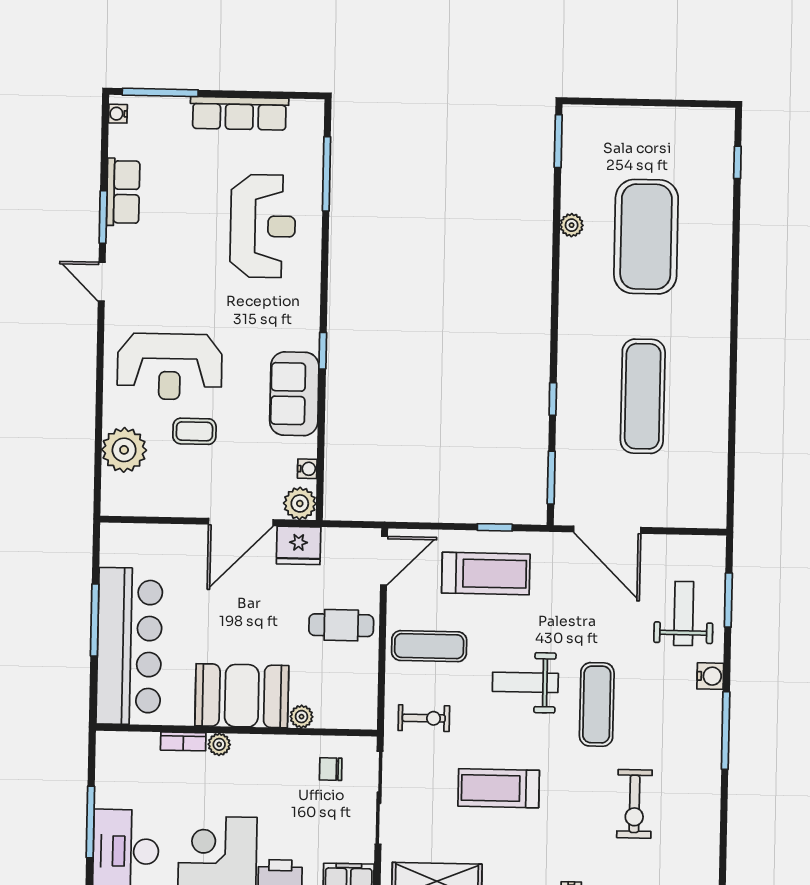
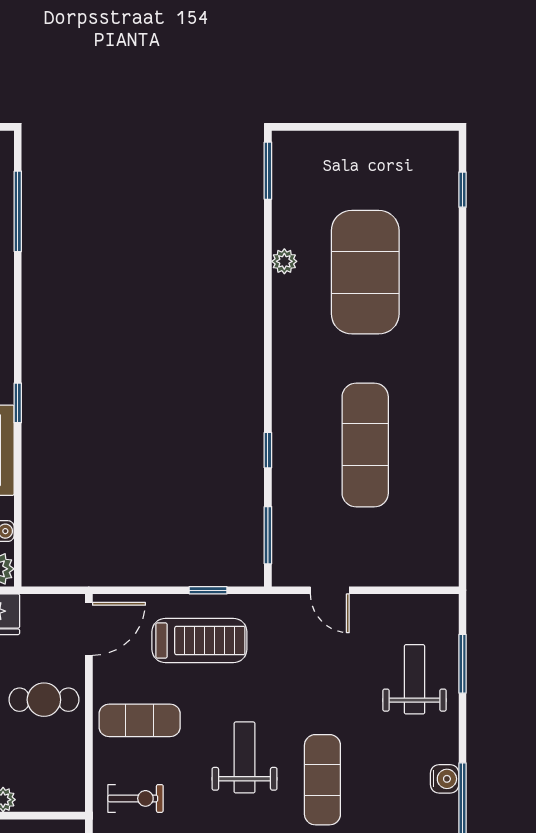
door: (607, 530) -> (330, 590), width x0.53
water cooler: (710, 676) -> (445, 779), moved
weight bench: (525, 682) -> (245, 757), turned 90

